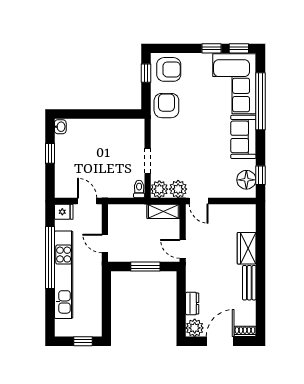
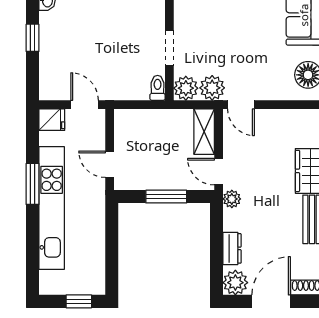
shelving: (163, 211) -> (204, 132), moved, turned 90
window: (50, 258) -> (33, 184), width x0.47
plant: (192, 268) -> (232, 199), added

